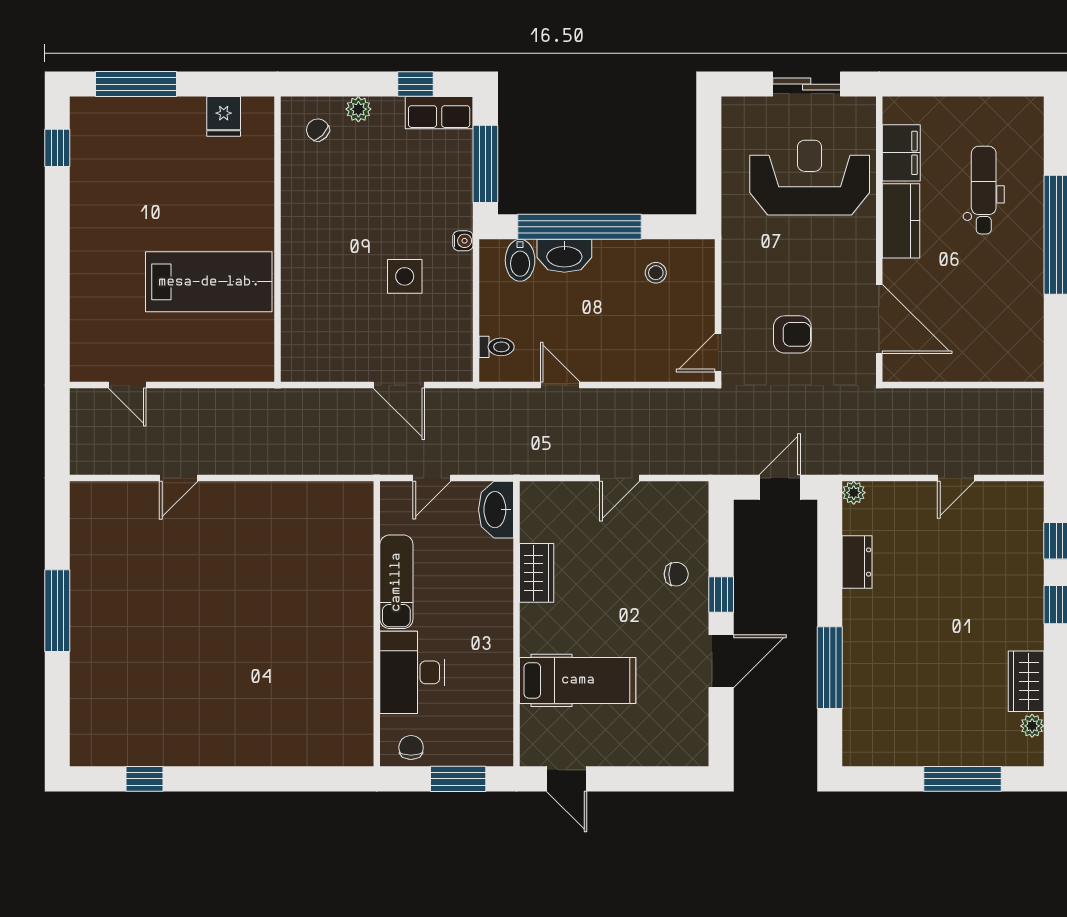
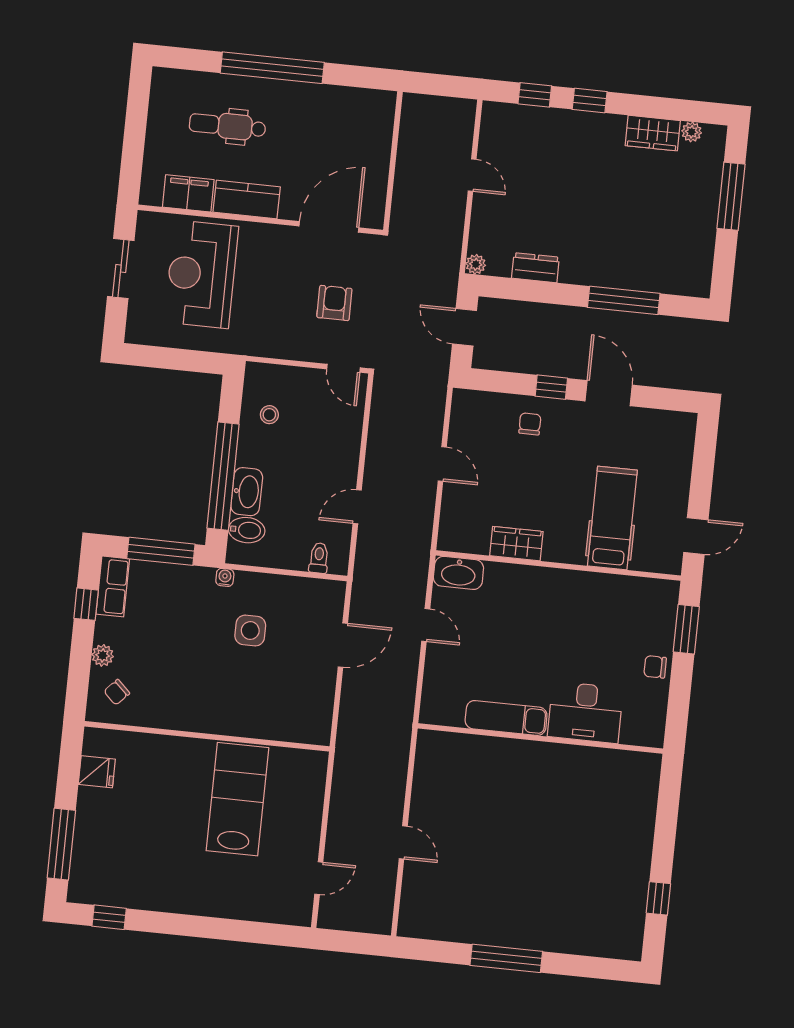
exam couch: (396, 582) -> (506, 718), moved
wall: (377, 624) -> (540, 738), moved
desk: (412, 672) -> (585, 712), moved

